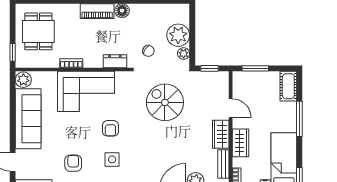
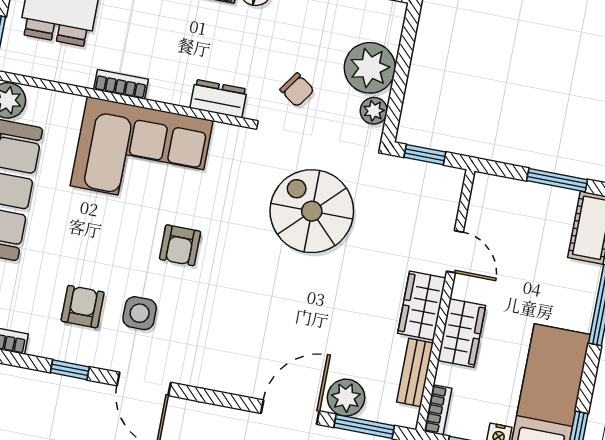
window: (255, 68) -> (557, 180), moved
side table: (112, 159) -> (140, 313), moved

